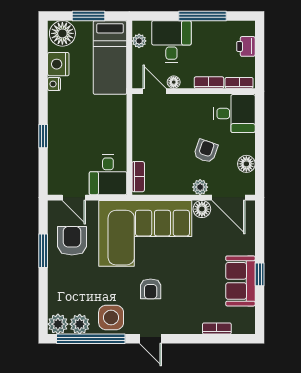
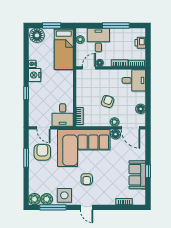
nightstand: (58, 64) -> (35, 75), moved
door: (154, 91) -> (89, 68), hinge flipped
armchair: (206, 151) -> (108, 101), moved
window: (91, 339) -> (53, 207), width x0.68

